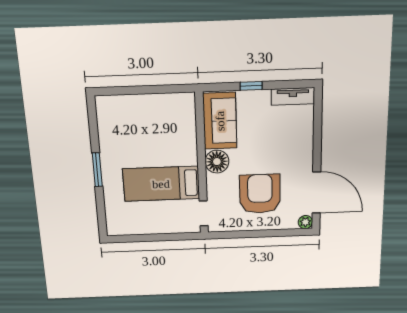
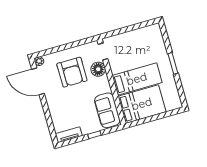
bed: (161, 117) -> (142, 104), added
floor lamp: (217, 162) -> (98, 69), moved
bed: (161, 184) -> (137, 79), moved

